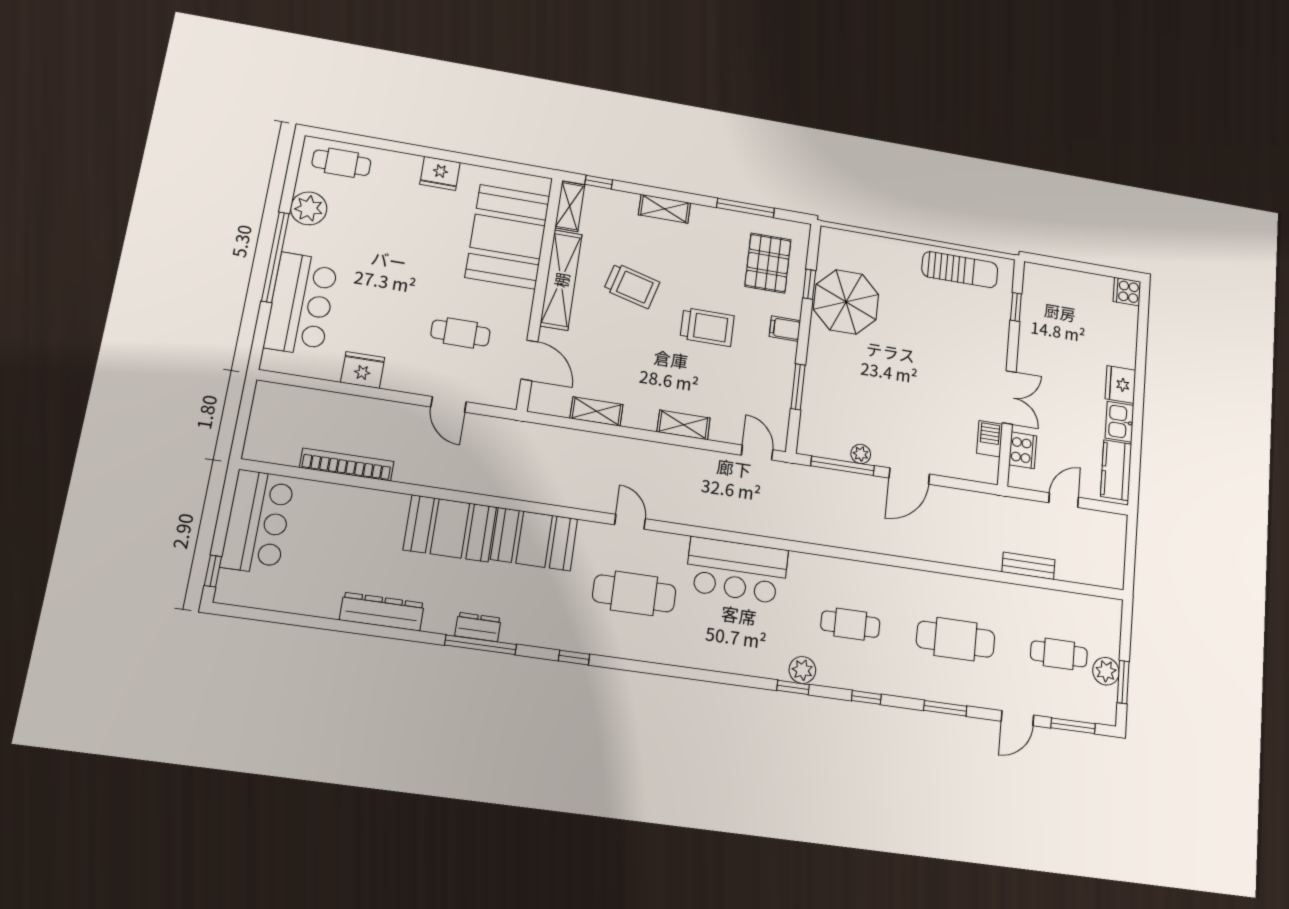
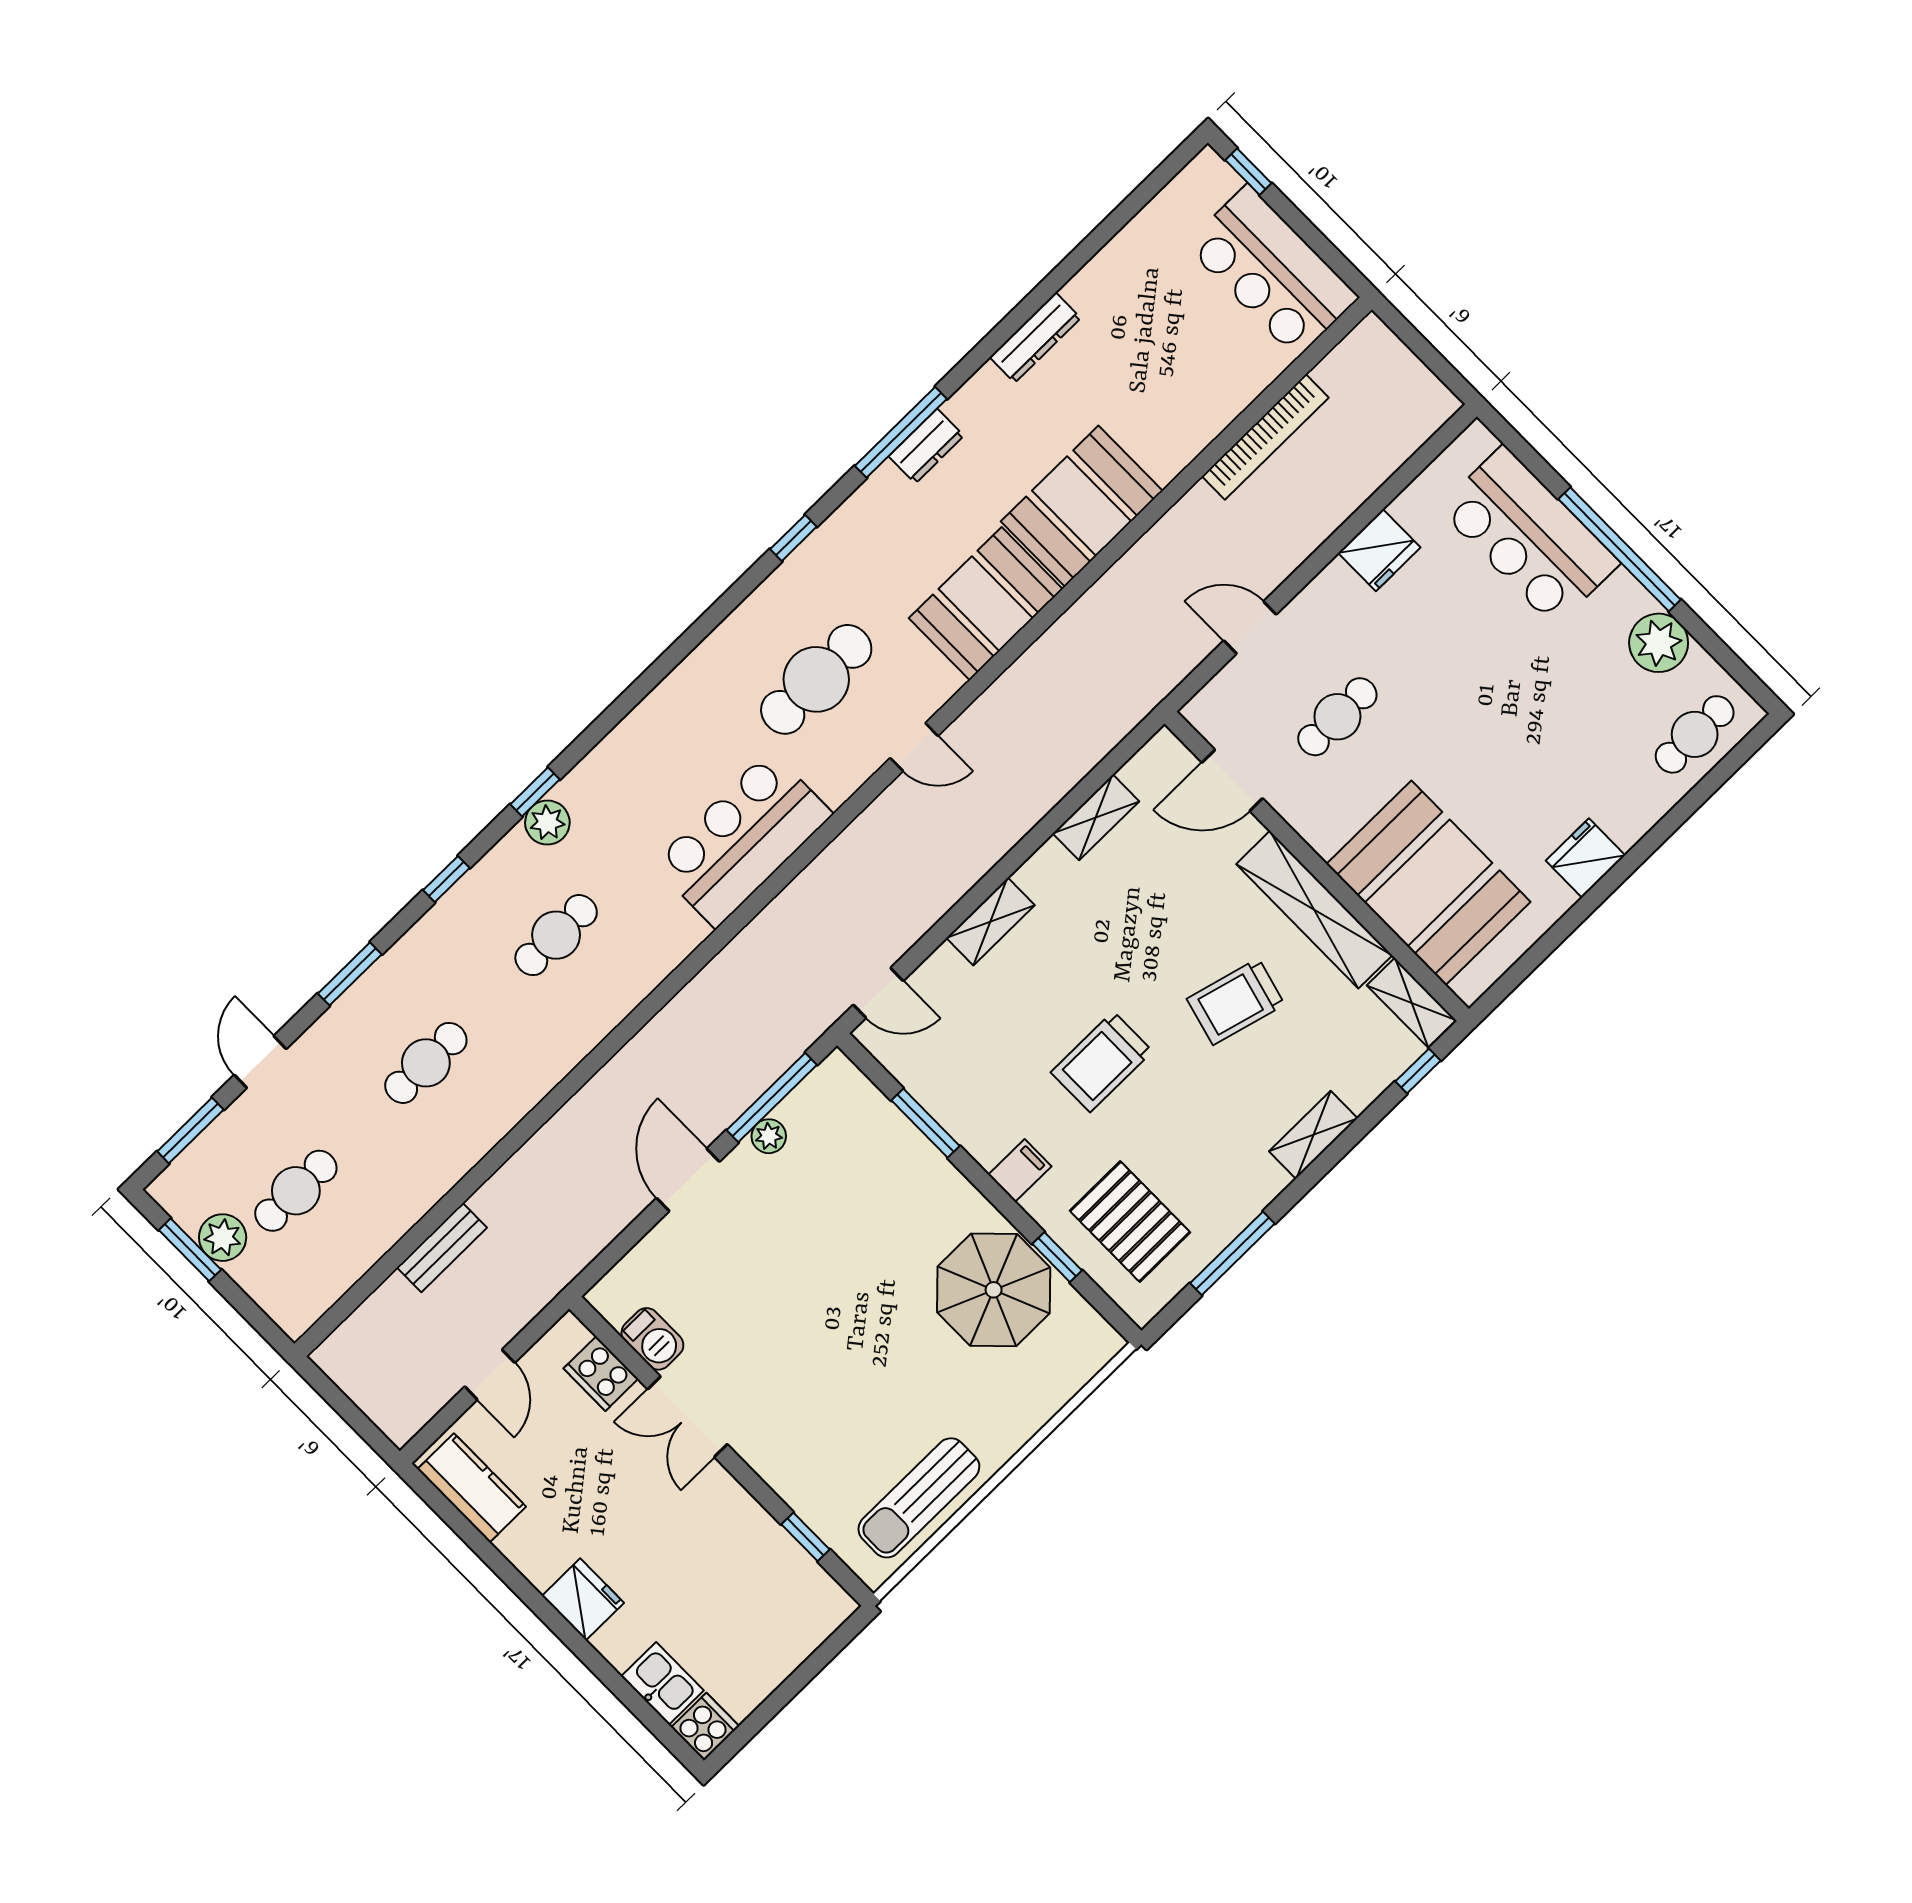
kitchen sink: (1120, 422) -> (662, 1683), moved
dresser: (382, 612) -> (1035, 338), width x0.73, depth x0.80
cafe table: (955, 639) -> (426, 1063), width x0.73, depth x0.74

